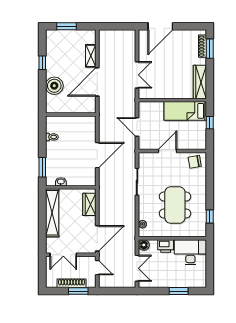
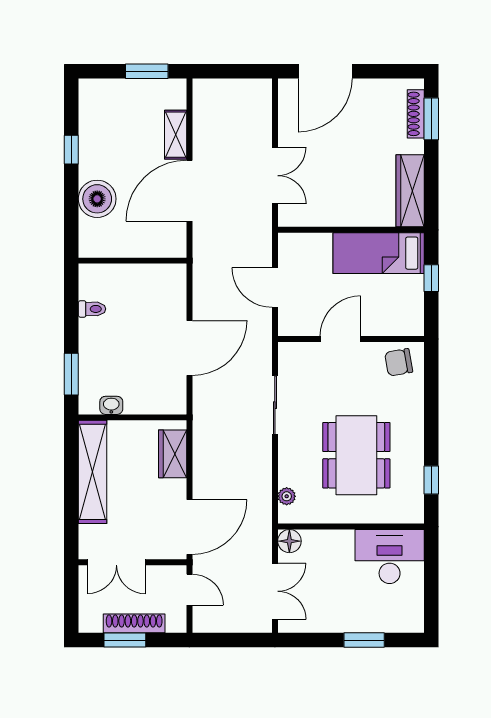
window: (66, 26) -> (147, 71), moved
printer: (166, 246) -> (336, 543), removed
window: (78, 291) -> (125, 640), moved

